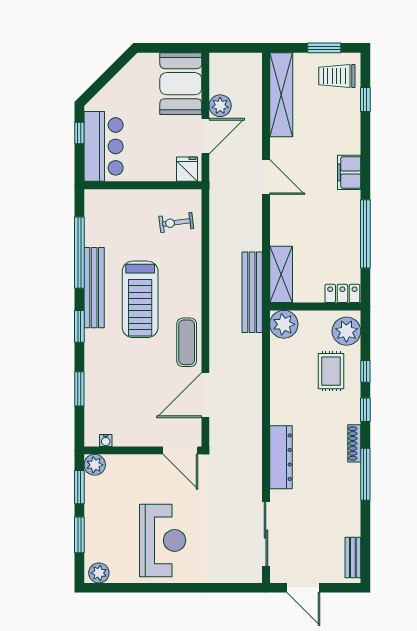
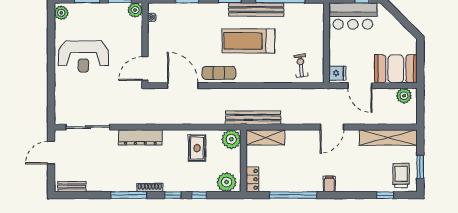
plant: (220, 106) -> (404, 96), moved
filing cabinet: (349, 172) -> (329, 184), width x0.50
rug: (331, 371) -> (197, 148), moved, turned 90

